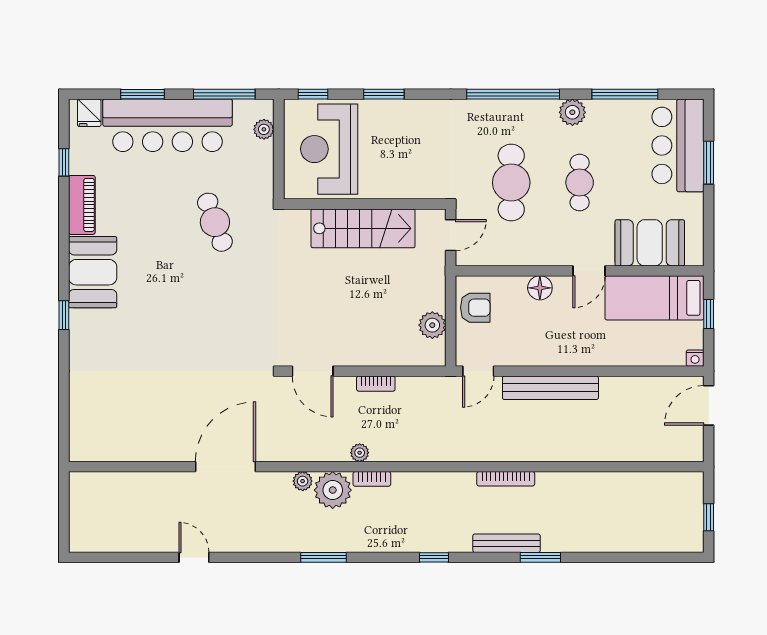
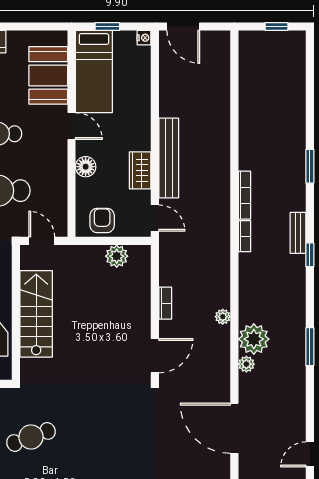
wardrobe: (535, 353) -> (140, 170), added
bookcase: (372, 479) -> (245, 236), moved
bench: (507, 543) -> (298, 233), moved, width x0.73

